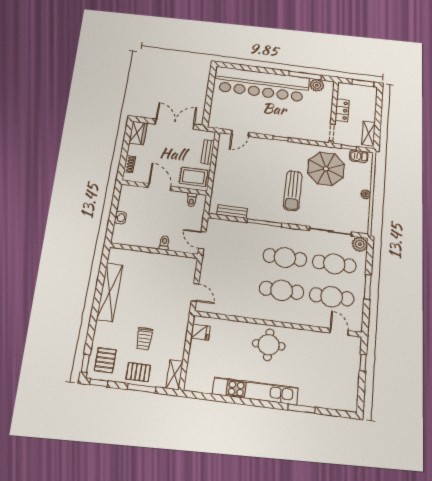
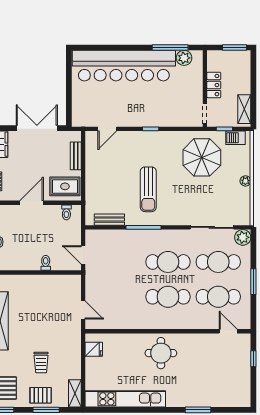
door: (159, 187) -> (32, 203), hinge flipped
sun lounger: (293, 191) -> (148, 189), moved
kitchen unit: (255, 391) -> (125, 399), moved

